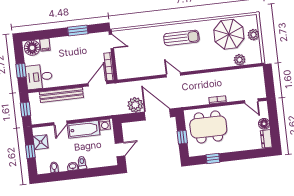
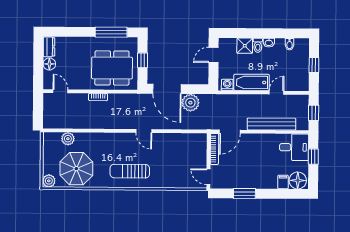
plant: (253, 35) -> (49, 181), moved
shower: (41, 142) -> (245, 46), moved
window: (213, 159) -> (111, 32), width x2.17

